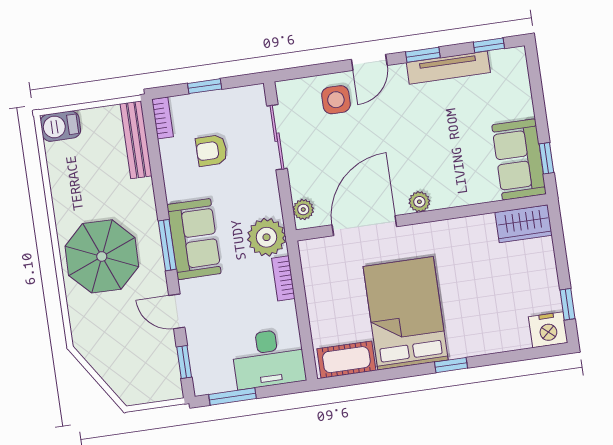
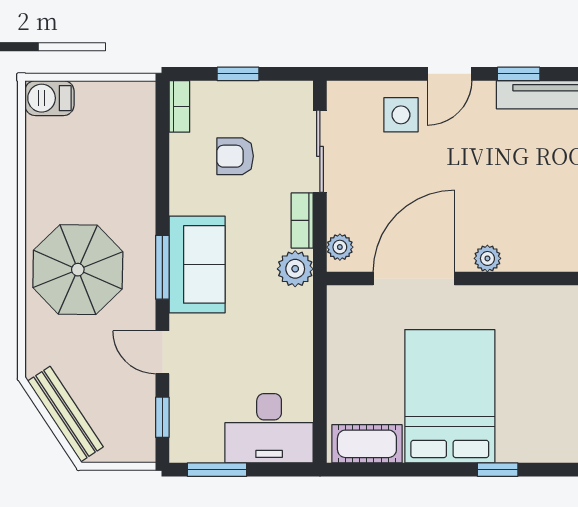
bench: (136, 140) -> (65, 414), moved, turned -34
plant: (267, 237) -> (295, 269), width x0.73, depth x0.73
bookcase: (283, 278) -> (302, 220), moved

